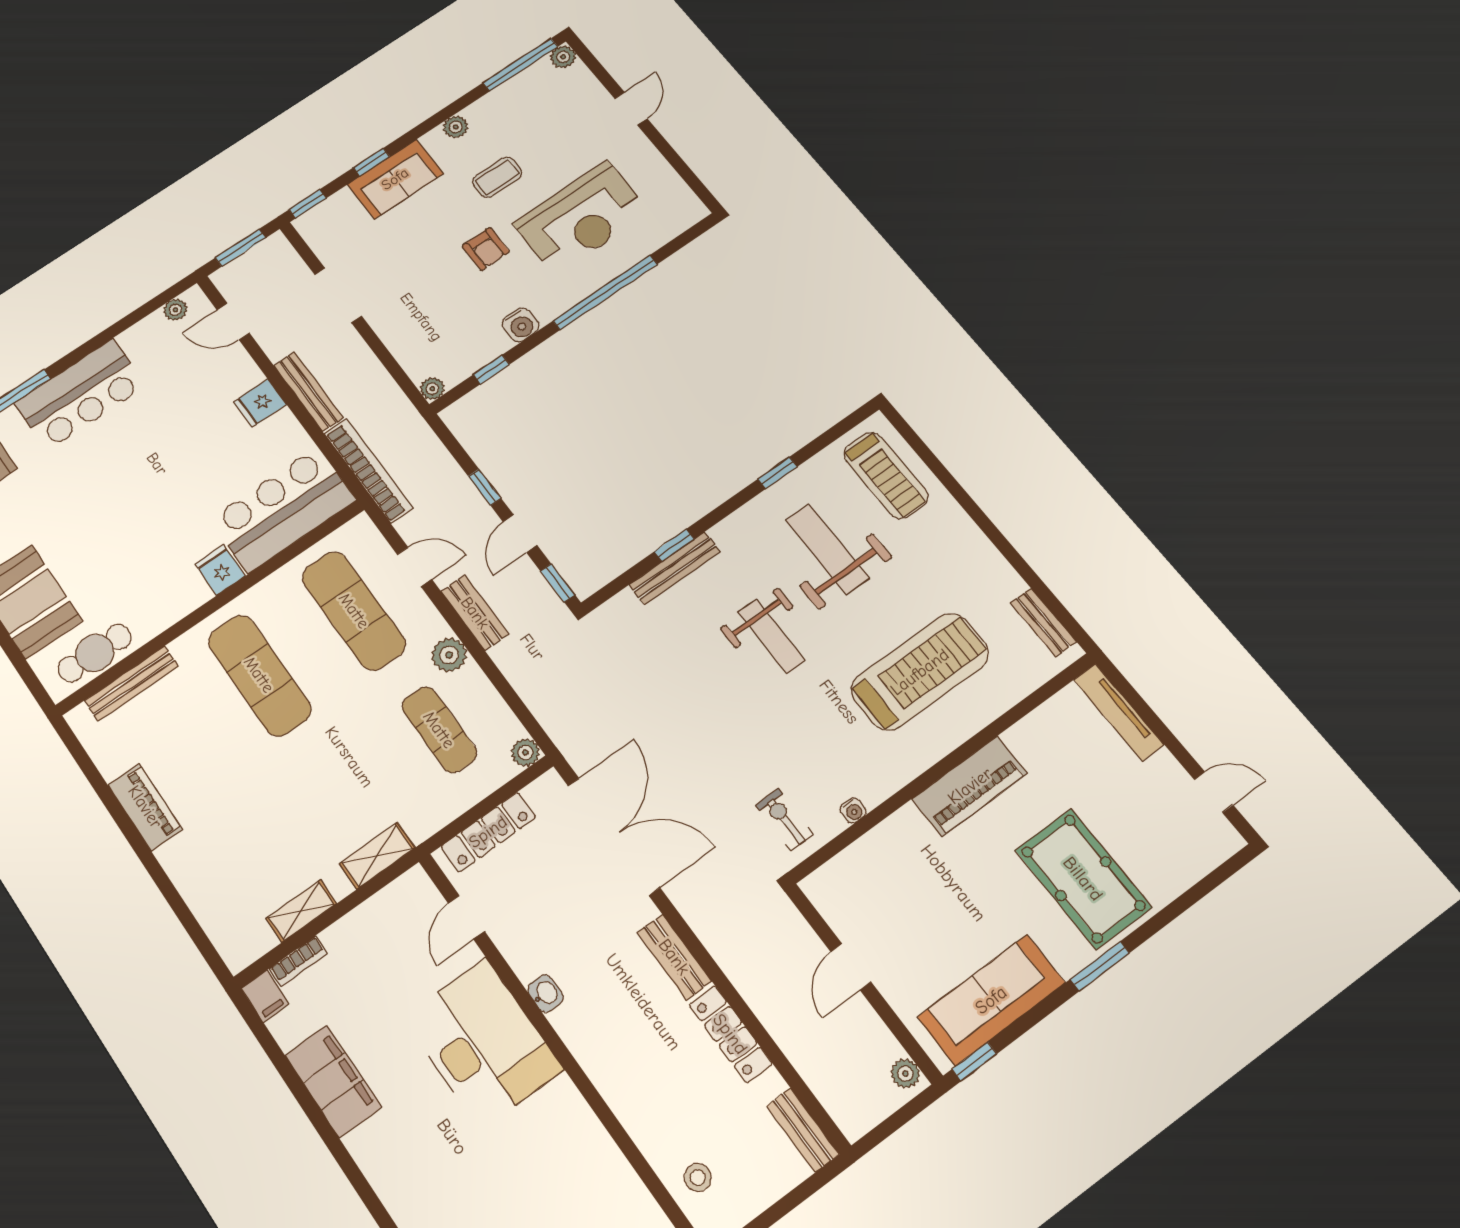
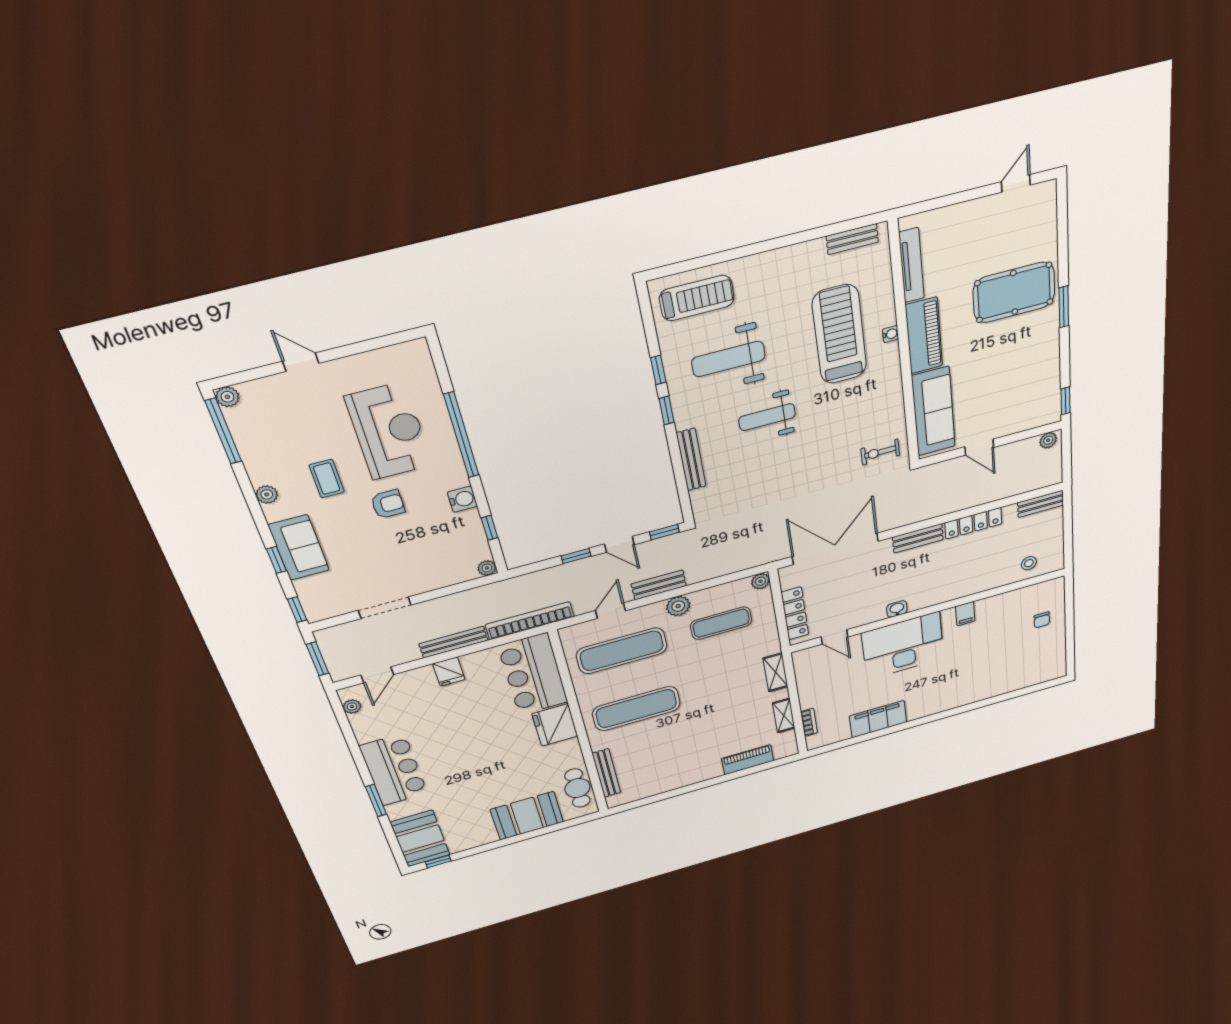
window: (674, 545) -> (667, 411), moved
fridge: (220, 570) -> (555, 725), width x1.88, depth x1.34
weight bench: (771, 636) -> (767, 417), turned 180
tv unit: (1119, 712) -> (912, 265), moved, turned -90
piano: (145, 807) -> (748, 760), moved
water cooler: (853, 811) -> (891, 334), moved
filing cabinet: (265, 996) -> (965, 614), moved, turned 90
sofa: (991, 1000) -> (933, 411), moved, turned 180

